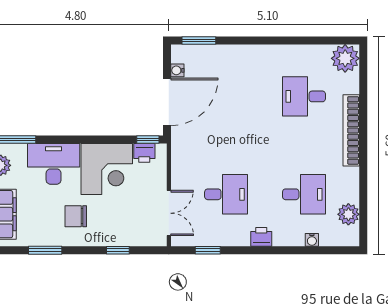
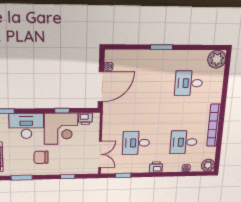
window: (199, 40) -> (162, 47), moved
bookcase: (351, 130) -> (214, 125), moved
window: (148, 140) -> (62, 111), moved
desk: (226, 194) -> (136, 143), turned 180
desk: (304, 194) -> (184, 142), turned 180
plant: (348, 214) -> (208, 165), moved

